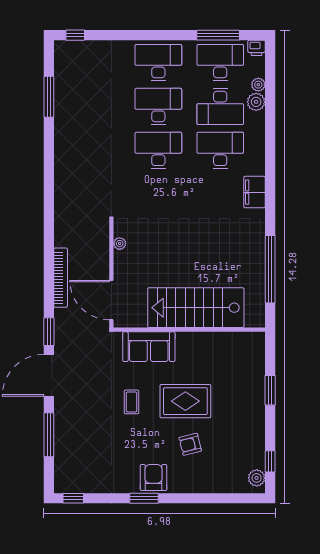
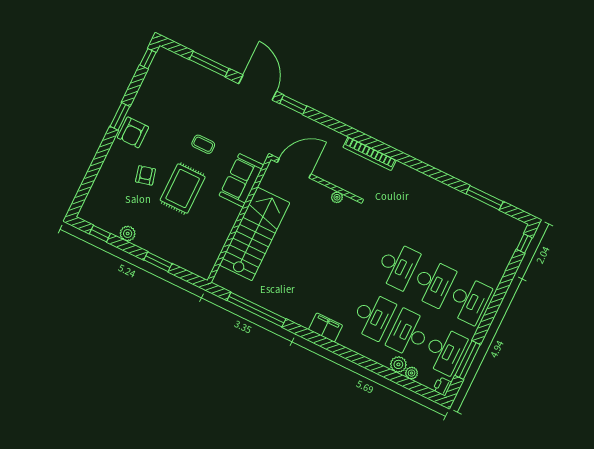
bookcase: (61, 278) -> (370, 154), moved
armchair: (154, 478) -> (133, 132), turned 90
plant: (257, 478) -> (128, 234), moved

